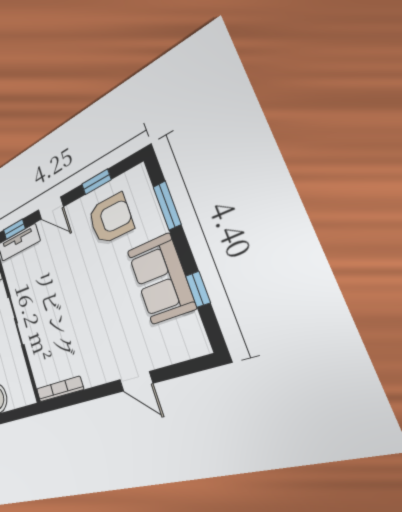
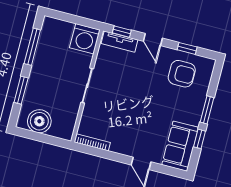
window: (167, 206) -> (207, 110), moved
sofa: (161, 279) -> (180, 146), moved

